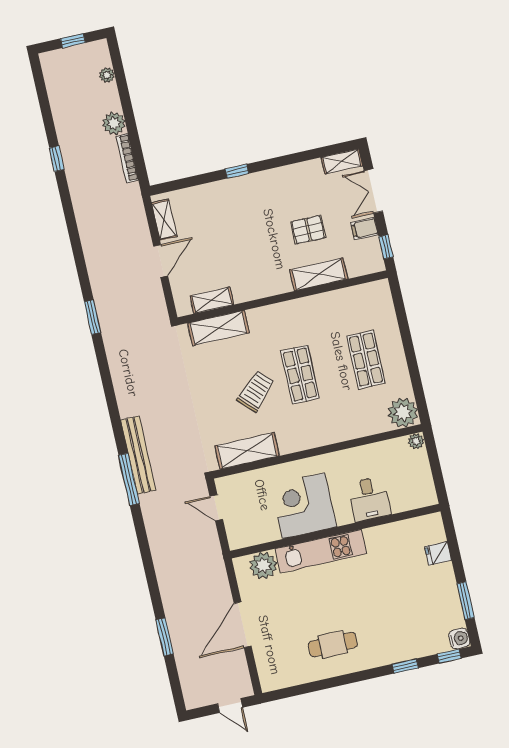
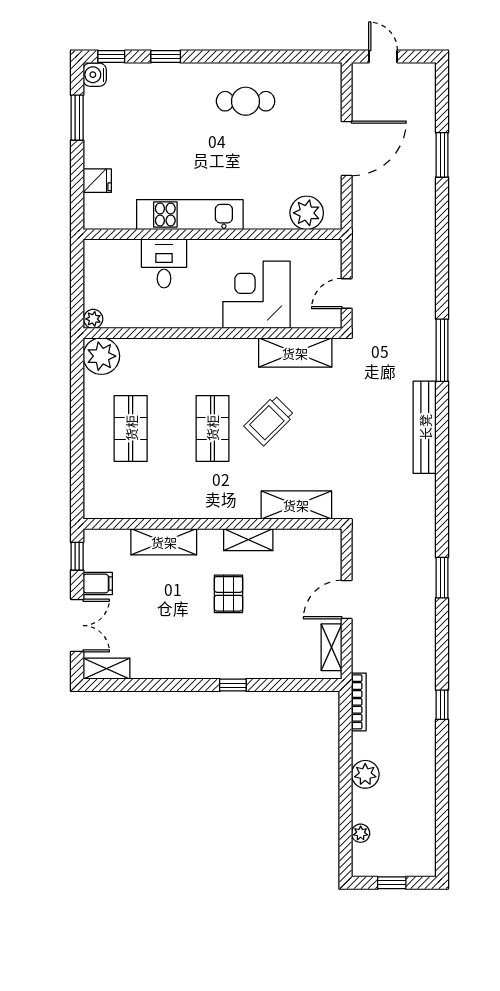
bookcase: (127, 158) -> (359, 702), moved
window: (57, 159) -> (442, 705), moved
pallet: (308, 230) -> (229, 594), moved, turned 90
shelving: (212, 300) -> (248, 540), moved
window: (93, 317) -> (442, 578), moved
bench: (138, 455) -> (425, 427), moved
corner desk: (304, 506) -> (256, 295), moved, turned 180
door: (216, 508) -> (347, 294), swing flipped
kitchen unit: (321, 551) -> (190, 215), moved

